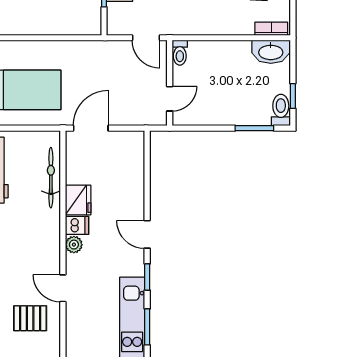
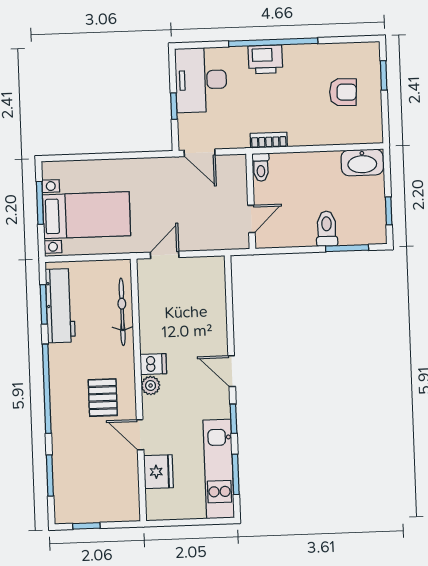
bookcase: (271, 29) -> (269, 140), moved
door: (146, 38) -> (200, 153), moved
toilet: (281, 110) -> (327, 229), moved
door: (91, 128) -> (165, 255), width x0.73
fridge: (78, 200) -> (158, 472), moved
pallet: (30, 318) -> (103, 398), moved, turned 90

